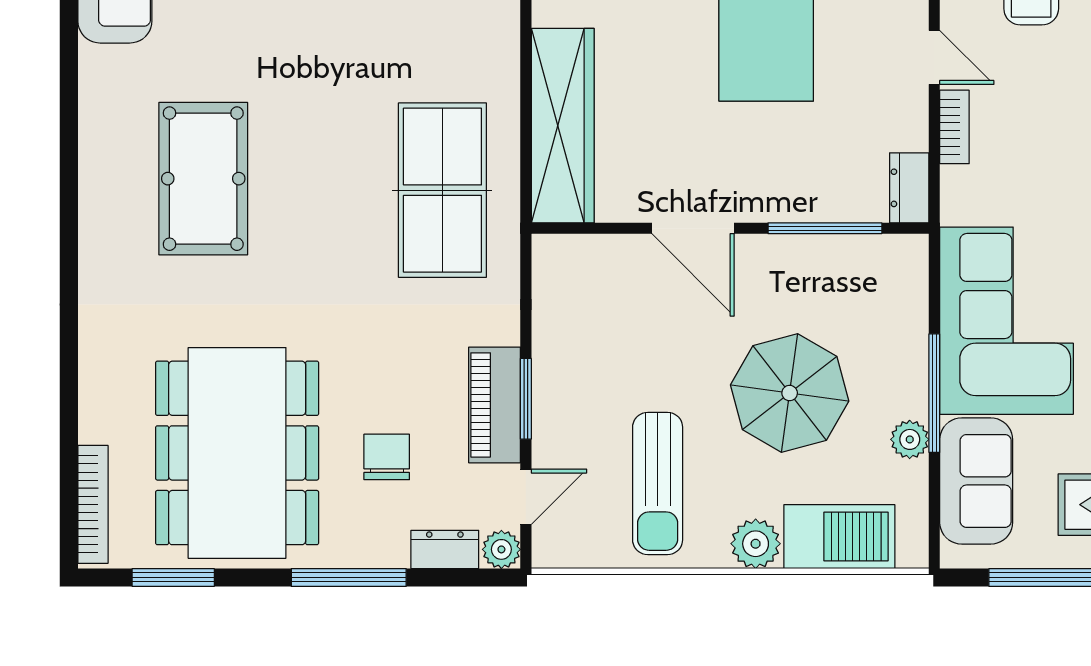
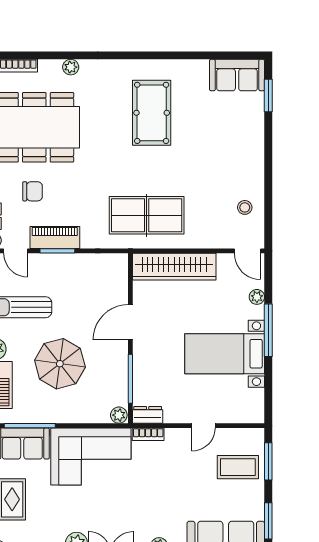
bookcase: (954, 127) -> (148, 434), moved
pool table: (203, 179) -> (152, 113), turned 90
plant: (96, 368) -> (71, 67), added
window: (934, 393) -> (30, 426), moved
plant: (910, 439) -> (119, 415), moved

